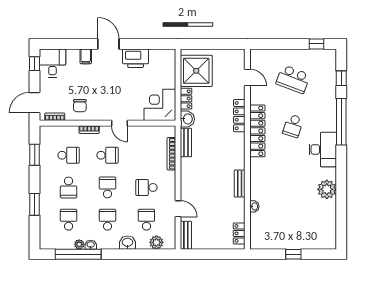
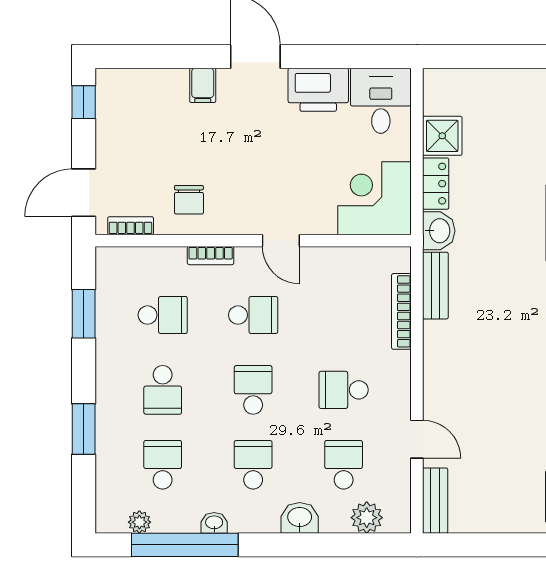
desk: (52, 63) -> (381, 101), moved
shower: (196, 71) -> (442, 136), width x0.54, depth x0.54
plant: (79, 244) -> (139, 522), moved

